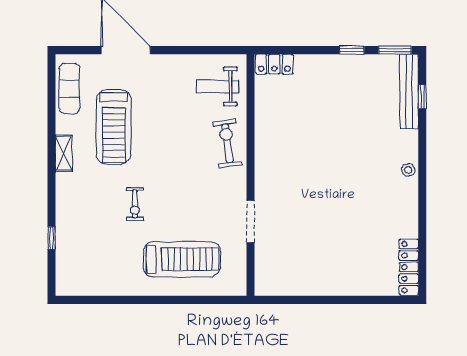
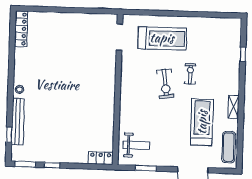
window: (201, 50) -> (146, 168), added
bench: (409, 91) -> (18, 122), moved
exercise bike: (227, 143) -> (165, 84), moved
doorway: (251, 221) -> (119, 37), moved
treadmill: (182, 259) -> (162, 38), turned 180

